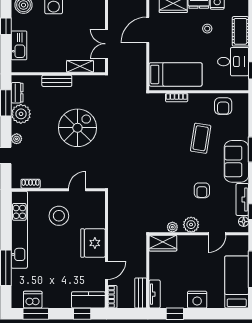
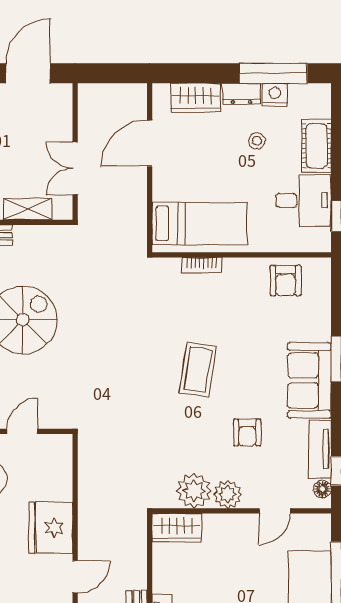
coffee table: (201, 138) -> (198, 370), moved
plant: (172, 227) -> (194, 491), width x1.87, depth x1.87

